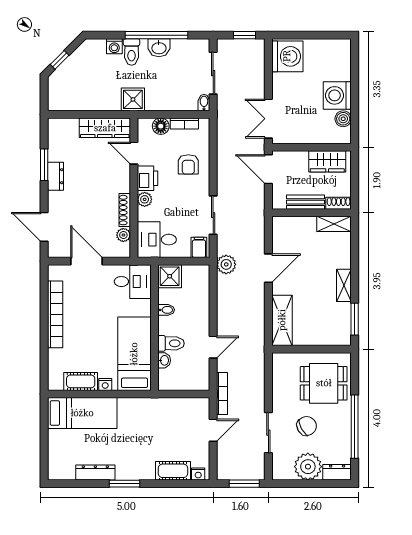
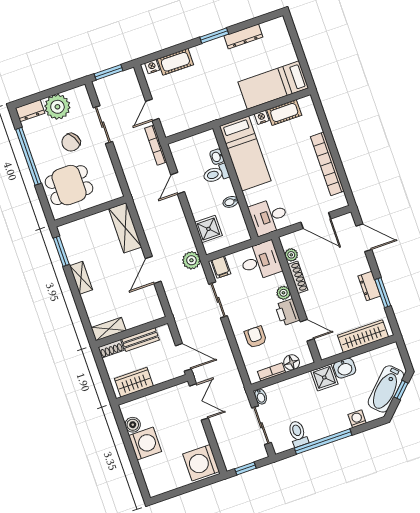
washbasin: (159, 48) -> (345, 368), moved, turned 180
toilet: (132, 52) -> (298, 434), moved
bathtub: (75, 66) -> (386, 389), added
wardrobe: (105, 128) -> (363, 336), moved
shower: (170, 276) -> (208, 229), moved

